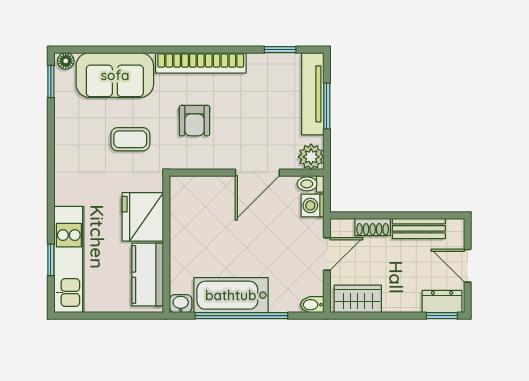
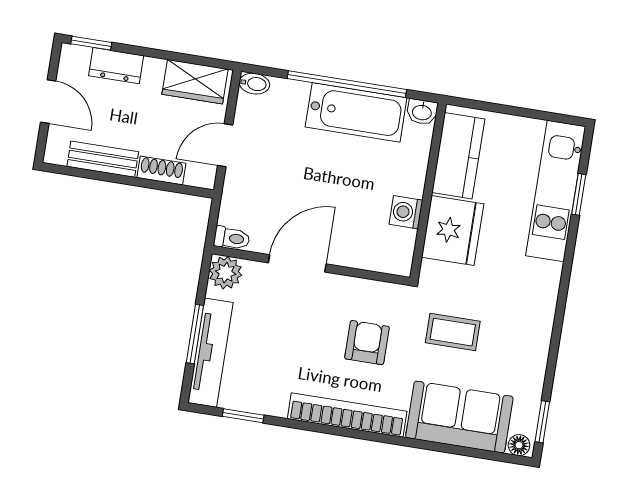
washing machine: (313, 205) -> (406, 212), moved, turned 180
dresser: (442, 302) -> (116, 66), moved

